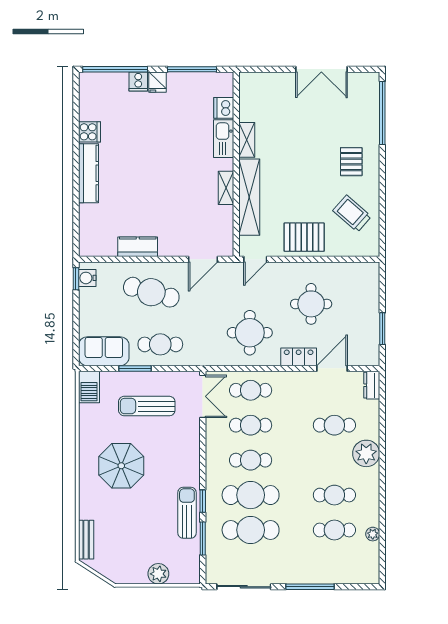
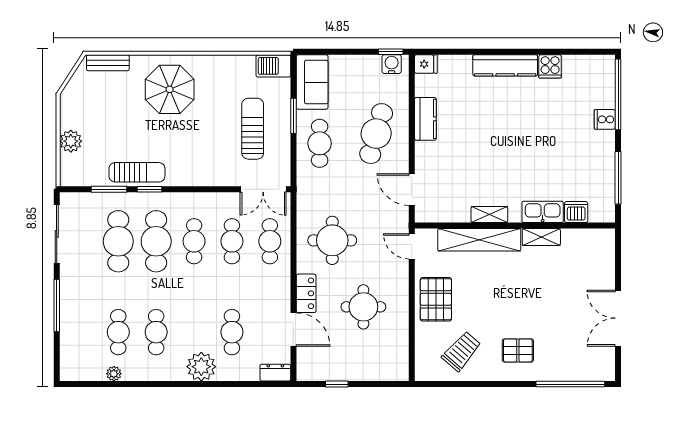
fridge: (157, 82) -> (426, 64), moved, turned 180
window: (382, 329) -> (337, 384), width x0.67
parasol: (121, 466) -> (170, 89), moved

